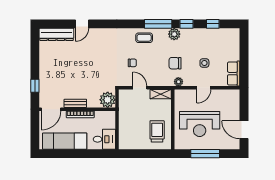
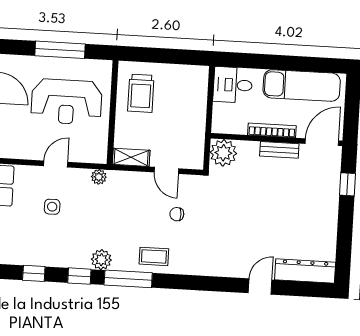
chair: (175, 63) -> (103, 209), removed
reception desk: (200, 124) -> (67, 102), turned 180

